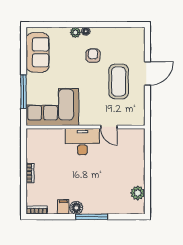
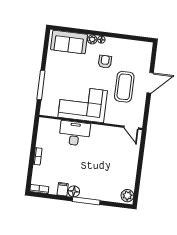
sofa: (38, 52) -> (69, 42), moved, turned 90
corner sofa: (52, 107) -> (83, 104), moved
door: (109, 127) -> (131, 128), moved
desk: (82, 142) -> (75, 133), moved
plant: (138, 193) -> (127, 196), moved

